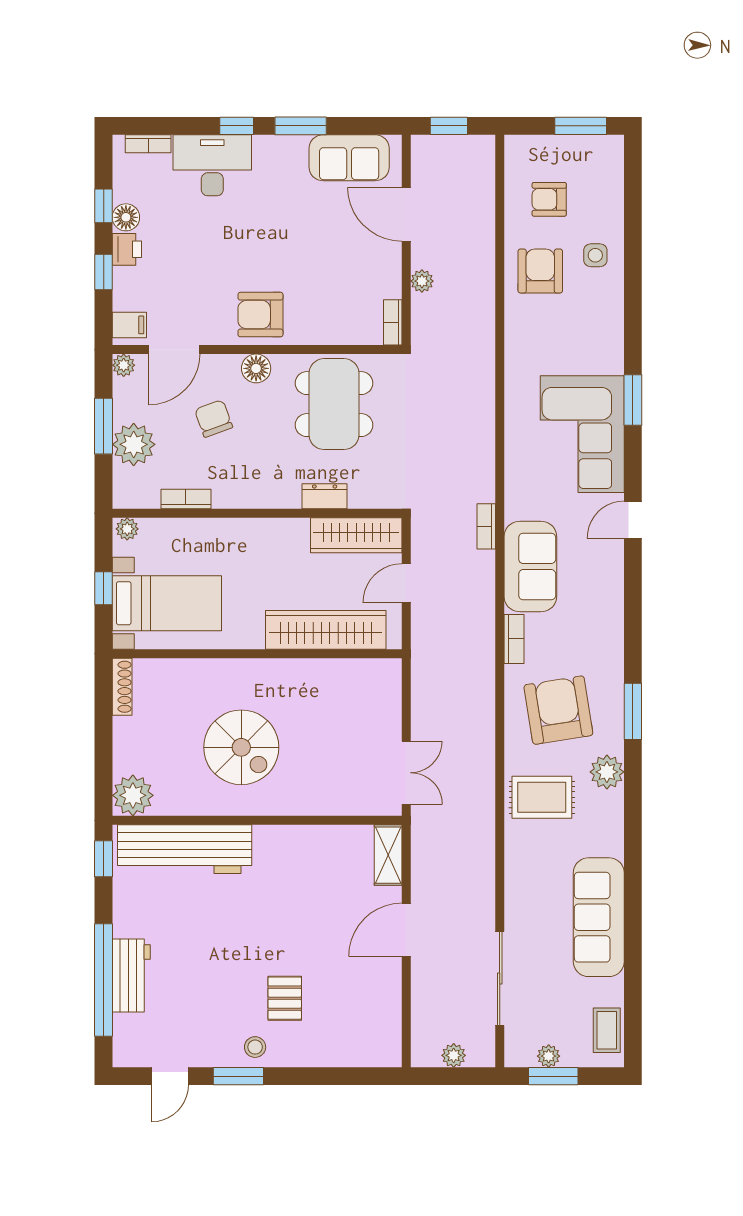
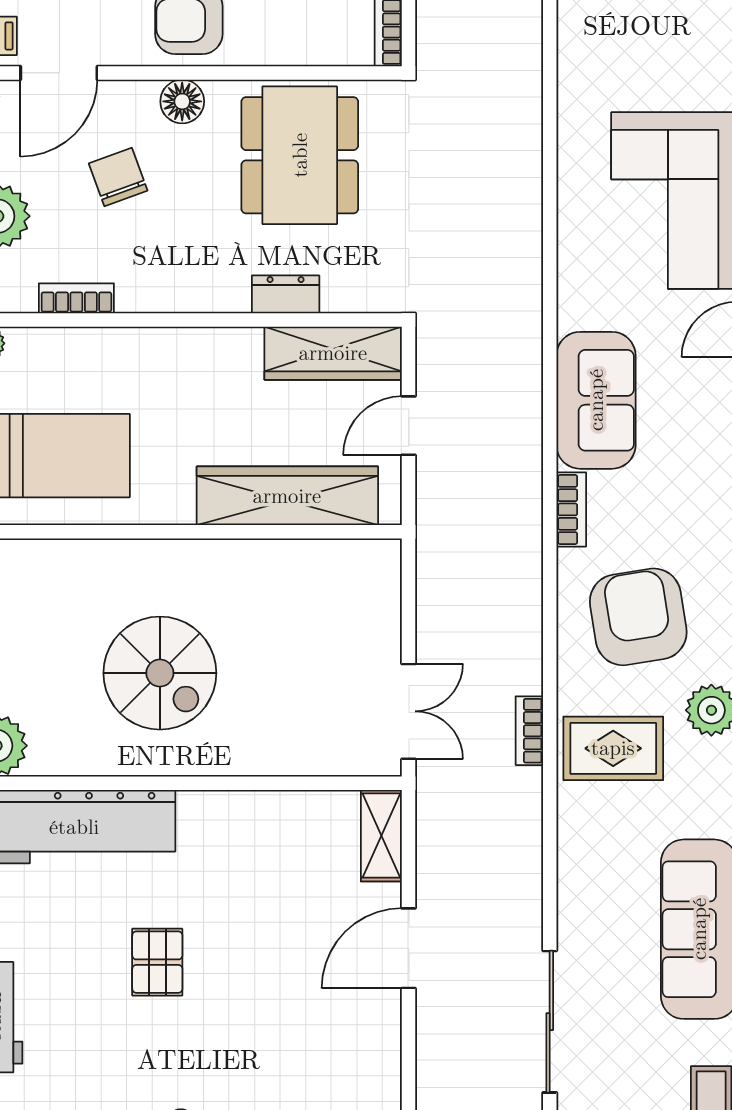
bookcase: (486, 526) -> (529, 731), moved
pallet: (285, 998) -> (157, 962), moved

